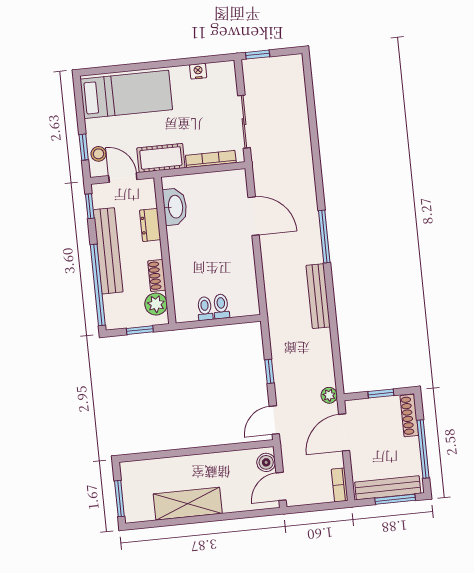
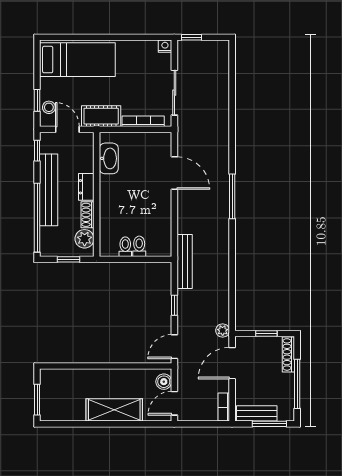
nightstand: (198, 71) -> (165, 46), moved
dresser: (150, 225) -> (86, 187), moved
bench: (318, 296) -> (185, 261), moved
bench: (388, 488) -> (257, 413), width x0.73
shelving: (188, 504) -> (114, 410), moved

